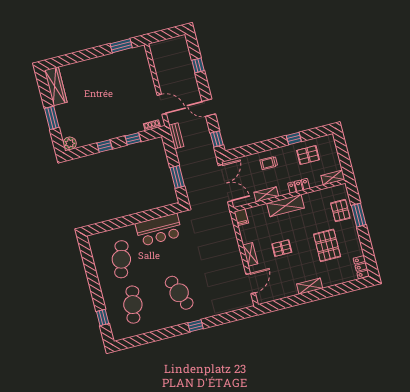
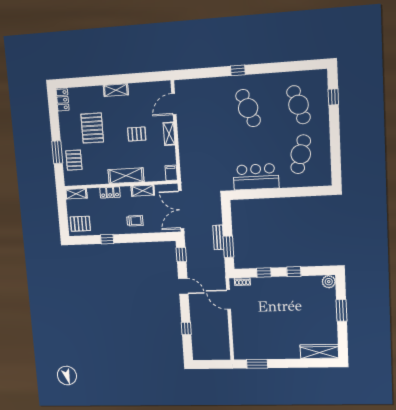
wardrobe: (56, 86) -> (319, 351), moved, turned 90
bench: (176, 136) -> (218, 237), moved
pallet: (308, 155) -> (80, 224), moved
window: (177, 177) -> (228, 247), moved
cafe table: (133, 305) -> (298, 105), turned -30

